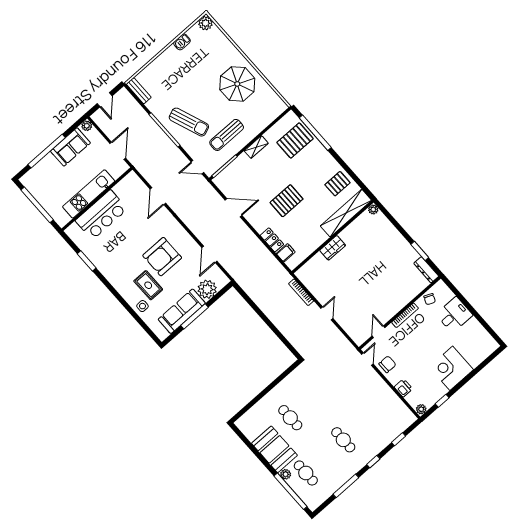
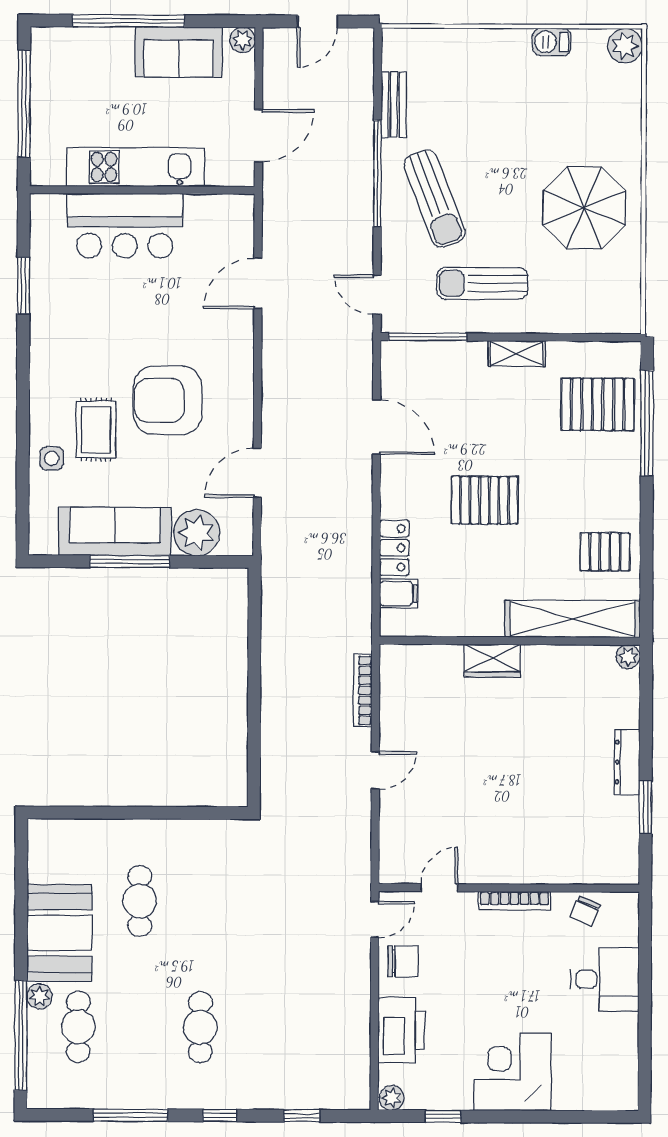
bench: (139, 91) -> (394, 105), moved
dresser: (426, 270) -> (627, 762), moved
printer: (403, 388) -> (401, 1030), width x1.87, depth x1.48

